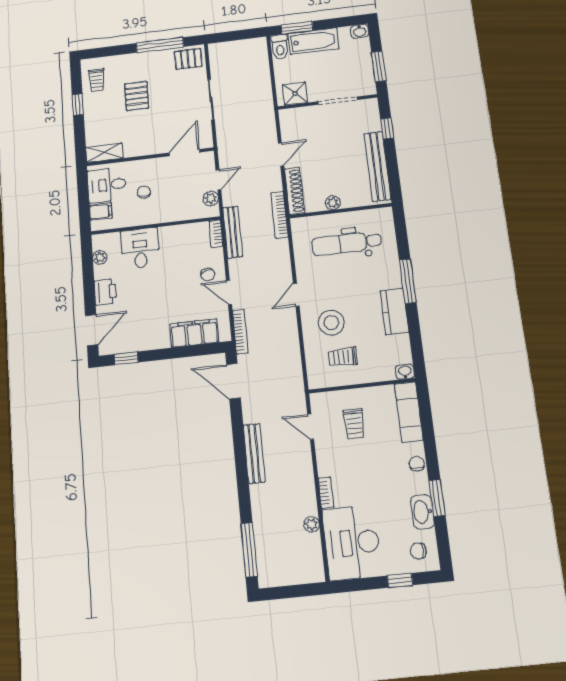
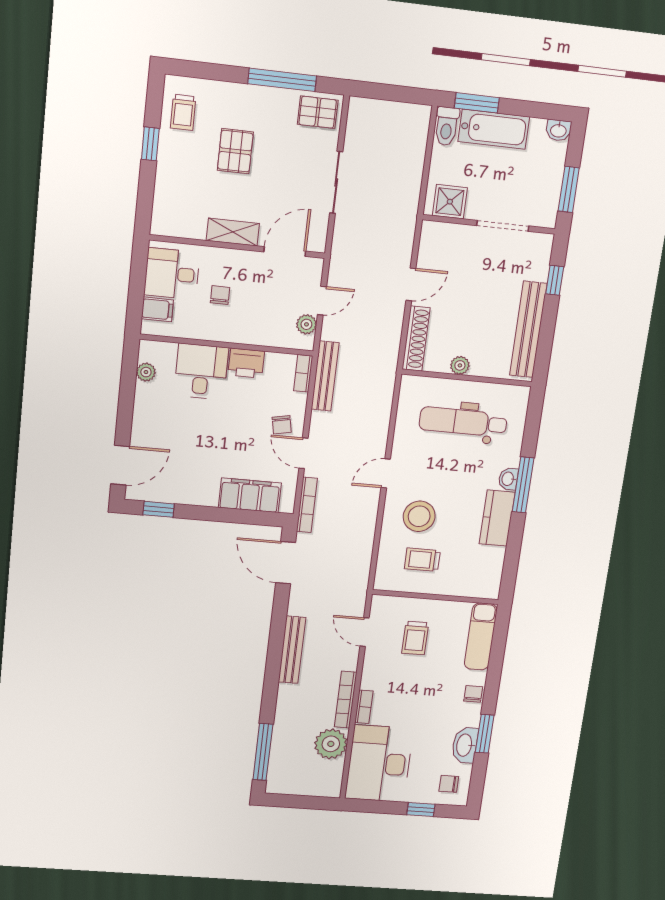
shelving: (104, 153) -> (233, 232), moved
bookcase: (280, 215) -> (346, 700), moved
printer: (105, 292) -> (246, 363), moved, turned 90
washbasin: (405, 372) -> (508, 479), moved, turned -90
plant: (312, 524) -> (331, 744), width x1.88, depth x1.88

